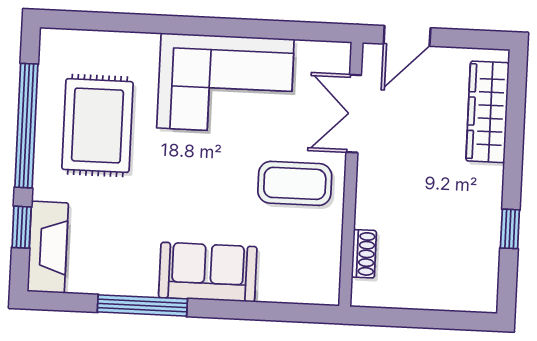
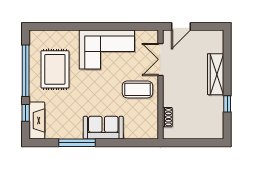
wardrobe: (488, 112) -> (216, 74), moved

